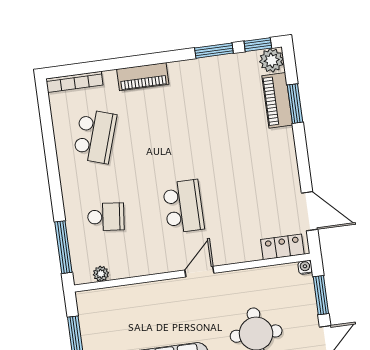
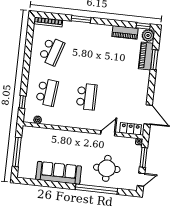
window: (214, 51) -> (81, 19), moved
piano: (143, 77) -> (125, 32), moved
school desk: (106, 217) -> (47, 92), width x1.85
window: (63, 247) -> (22, 102), width x0.46
door: (199, 272) -> (108, 133), moved

